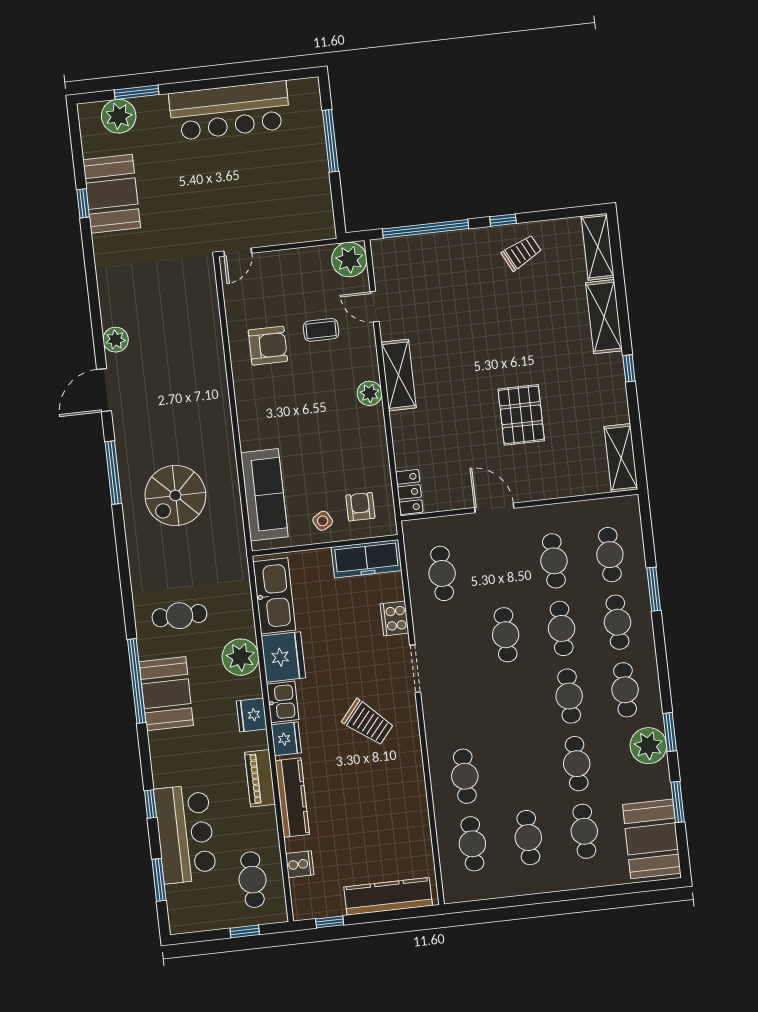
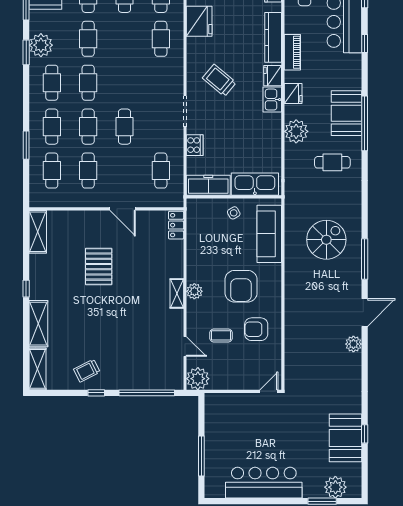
shelving: (398, 375) -> (177, 293), width x0.67, depth x0.75
armchair: (360, 507) -> (241, 286), moved, width x1.88, depth x1.88
kitchen sink: (274, 596) -> (255, 184), moved, turned 90
fridge: (283, 657) -> (199, 21), moved, turned 180

